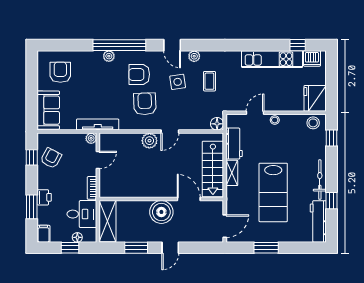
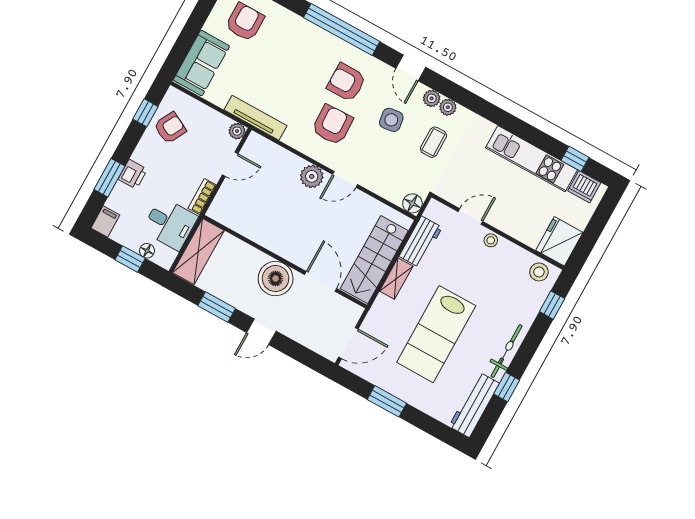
plant: (109, 56) -> (448, 107), moved

